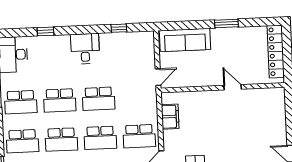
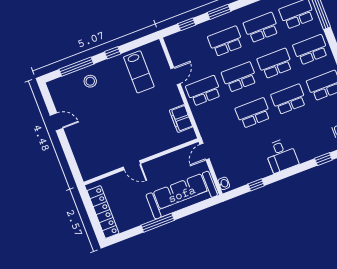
window: (226, 24) -> (158, 223), width x1.44
washbasin: (150, 40) -> (224, 183), added
sofa: (185, 40) -> (182, 195), width x1.36, depth x1.27

